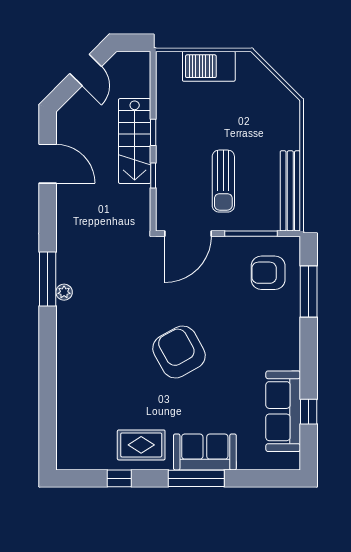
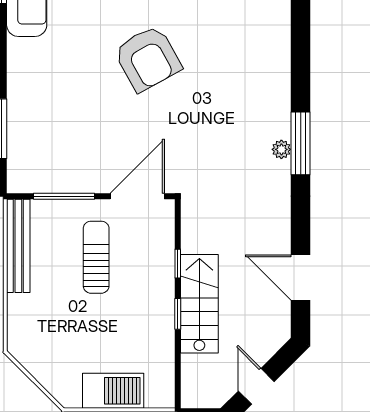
armchair: (268, 273) -> (44, 151), removed
plant: (64, 292) -> (281, 149), moved

